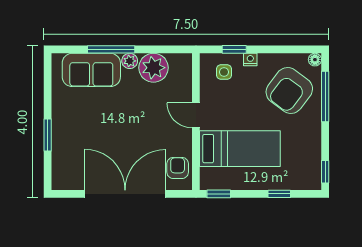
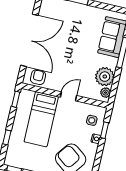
plant: (130, 61) -> (106, 93), moved
armchair: (178, 168) -> (38, 77), turned -90

